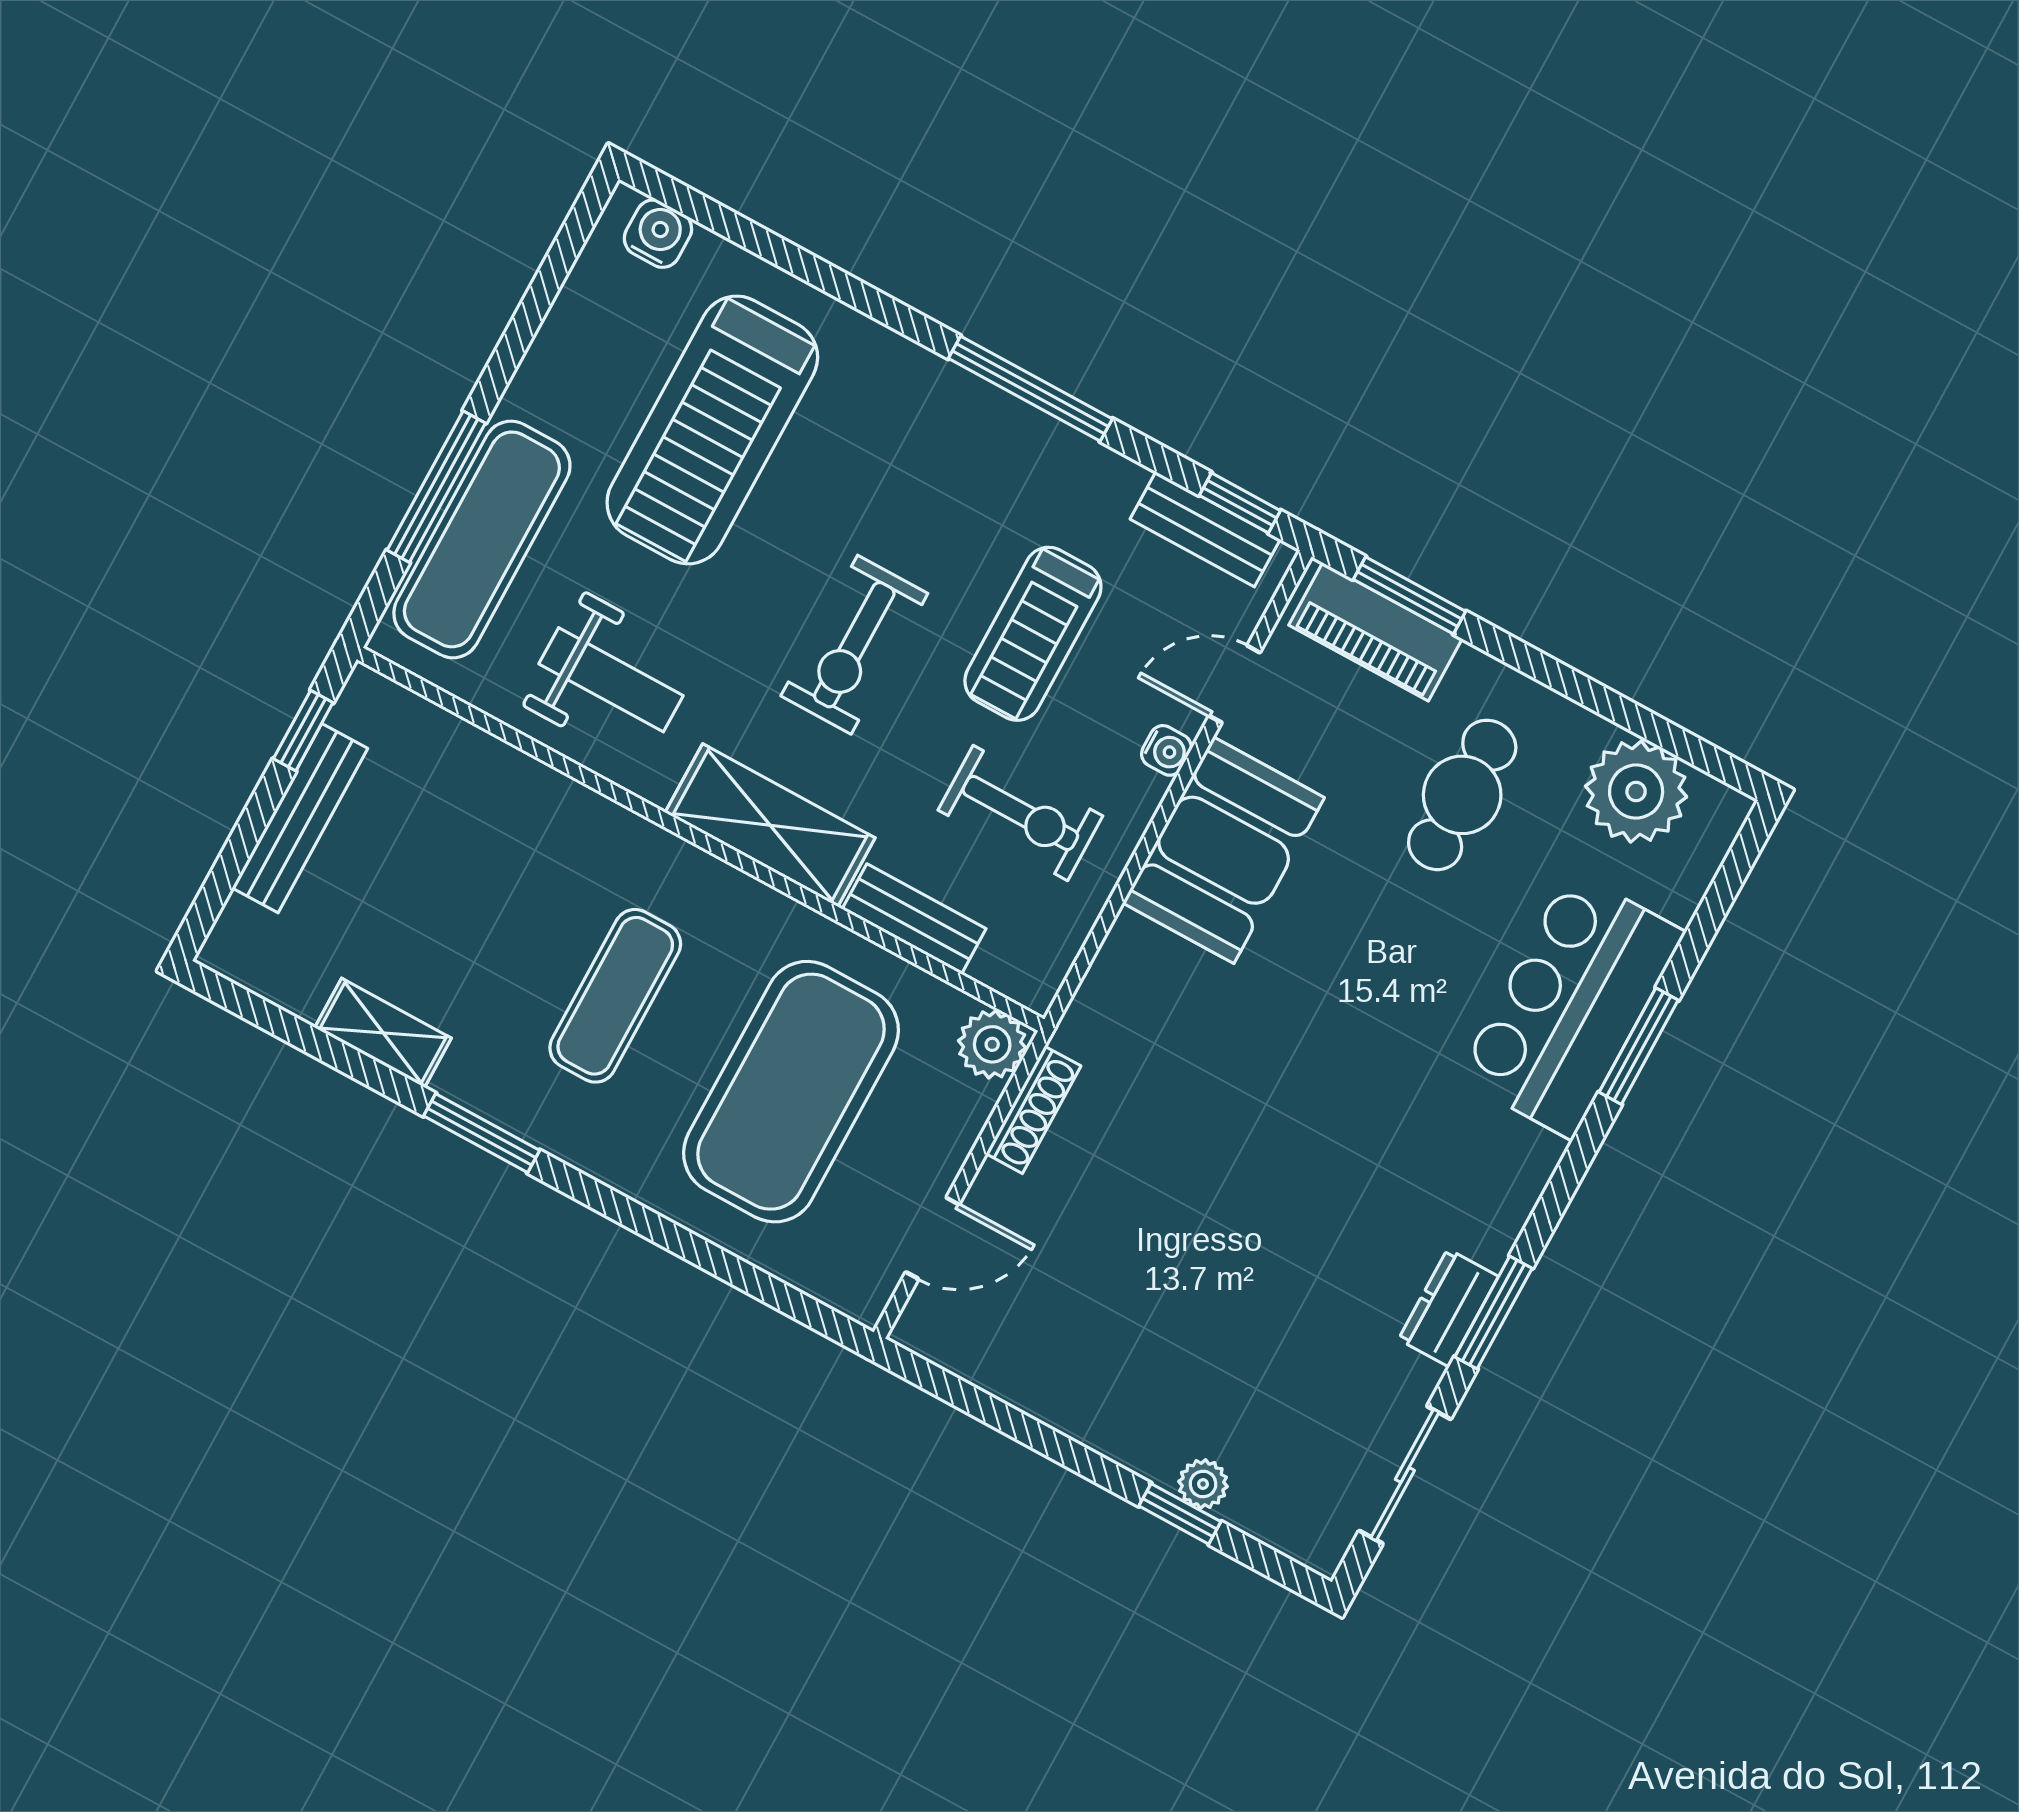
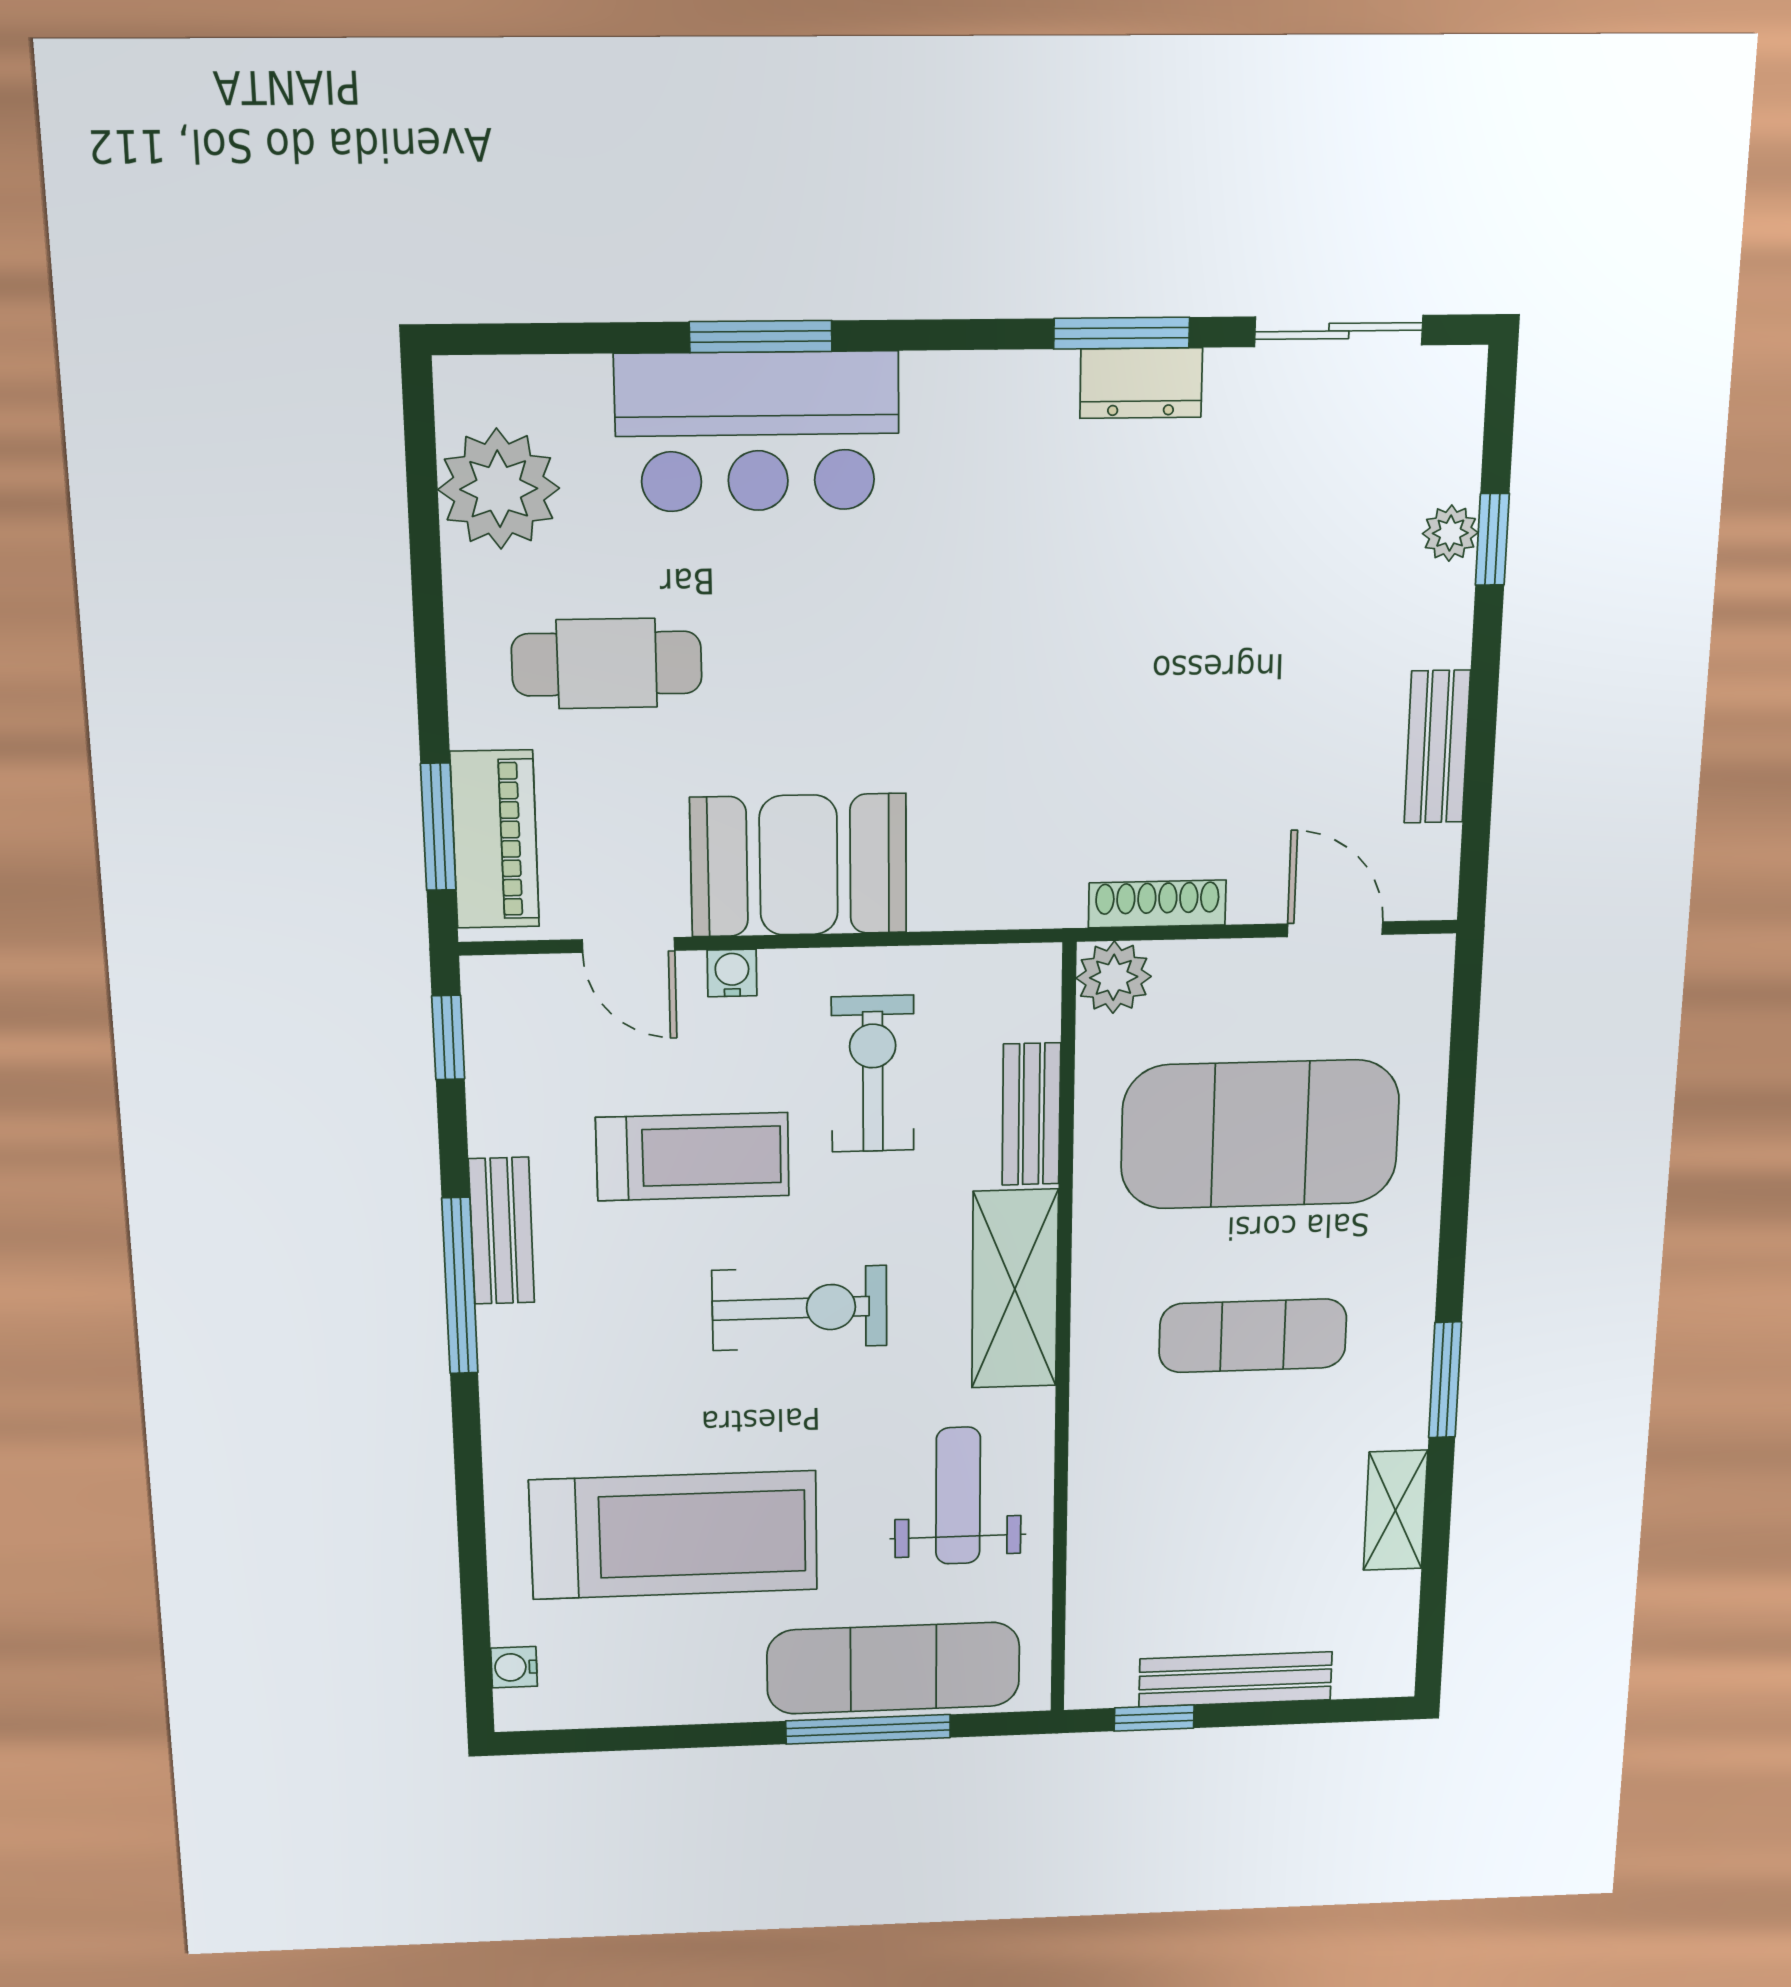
water cooler: (658, 234) -> (514, 1667), width x0.72, depth x0.72
bench: (1205, 529) -> (502, 1231), moved
bench: (1038, 1392) -> (1437, 747), added

